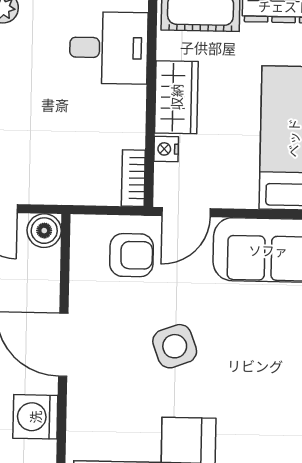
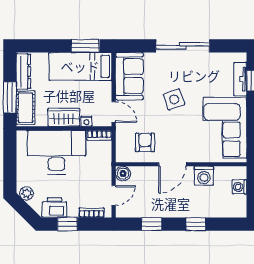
desk: (109, 48) -> (57, 152), width x1.87, depth x1.30
armchair: (131, 255) -> (145, 142), moved
side table: (175, 346) -> (174, 100), moved

